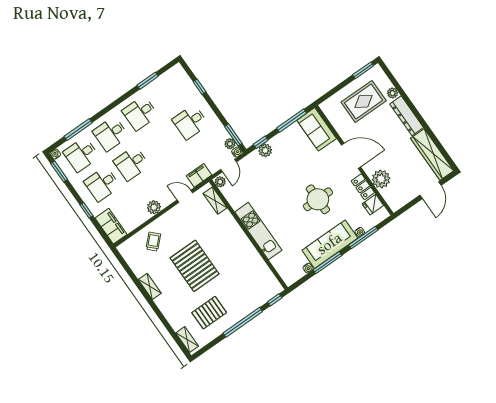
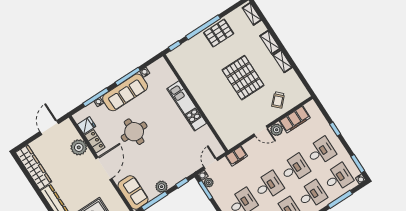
desk: (161, 143) -> (269, 186), added
plant: (265, 150) -> (162, 187), moved
door: (351, 156) -> (104, 168), swing flipped
plant: (220, 182) -> (218, 150), removed
door: (431, 190) -> (49, 128), moved
door: (185, 196) -> (261, 131), moved
shelving: (215, 201) -> (270, 42), moved
filing cabinet: (111, 226) -> (295, 119), moved, turned -90
pallet: (209, 313) -> (219, 33), moved

